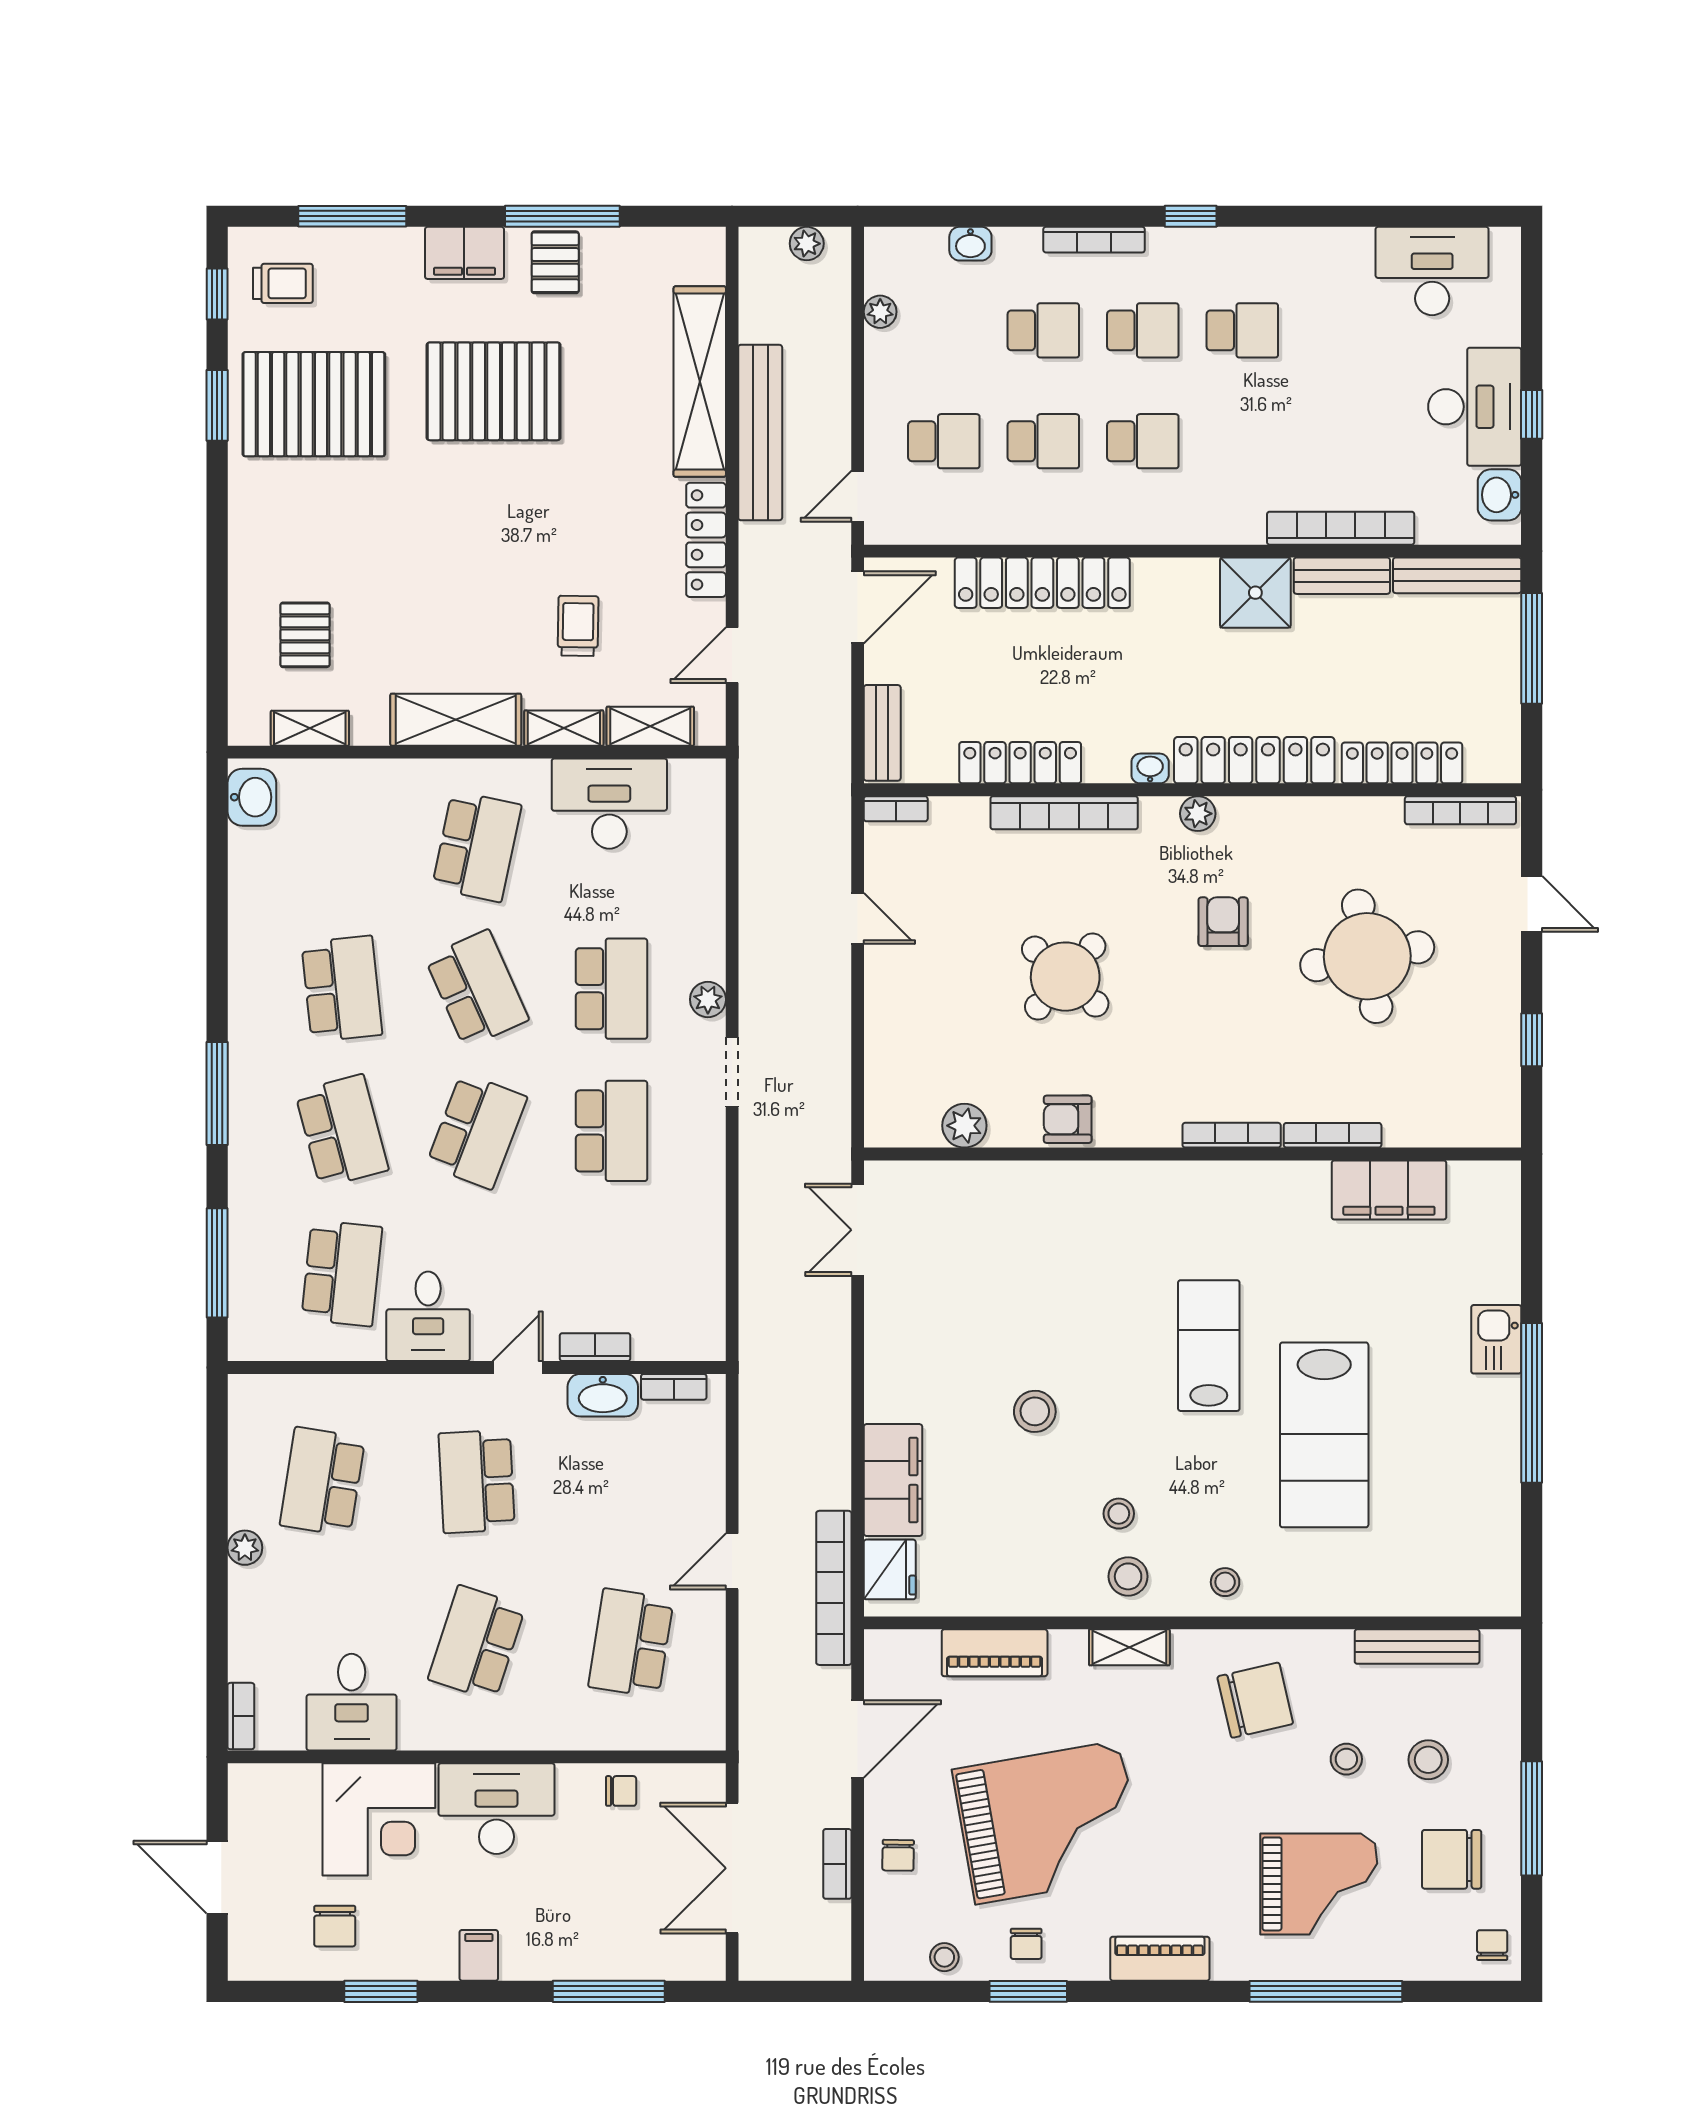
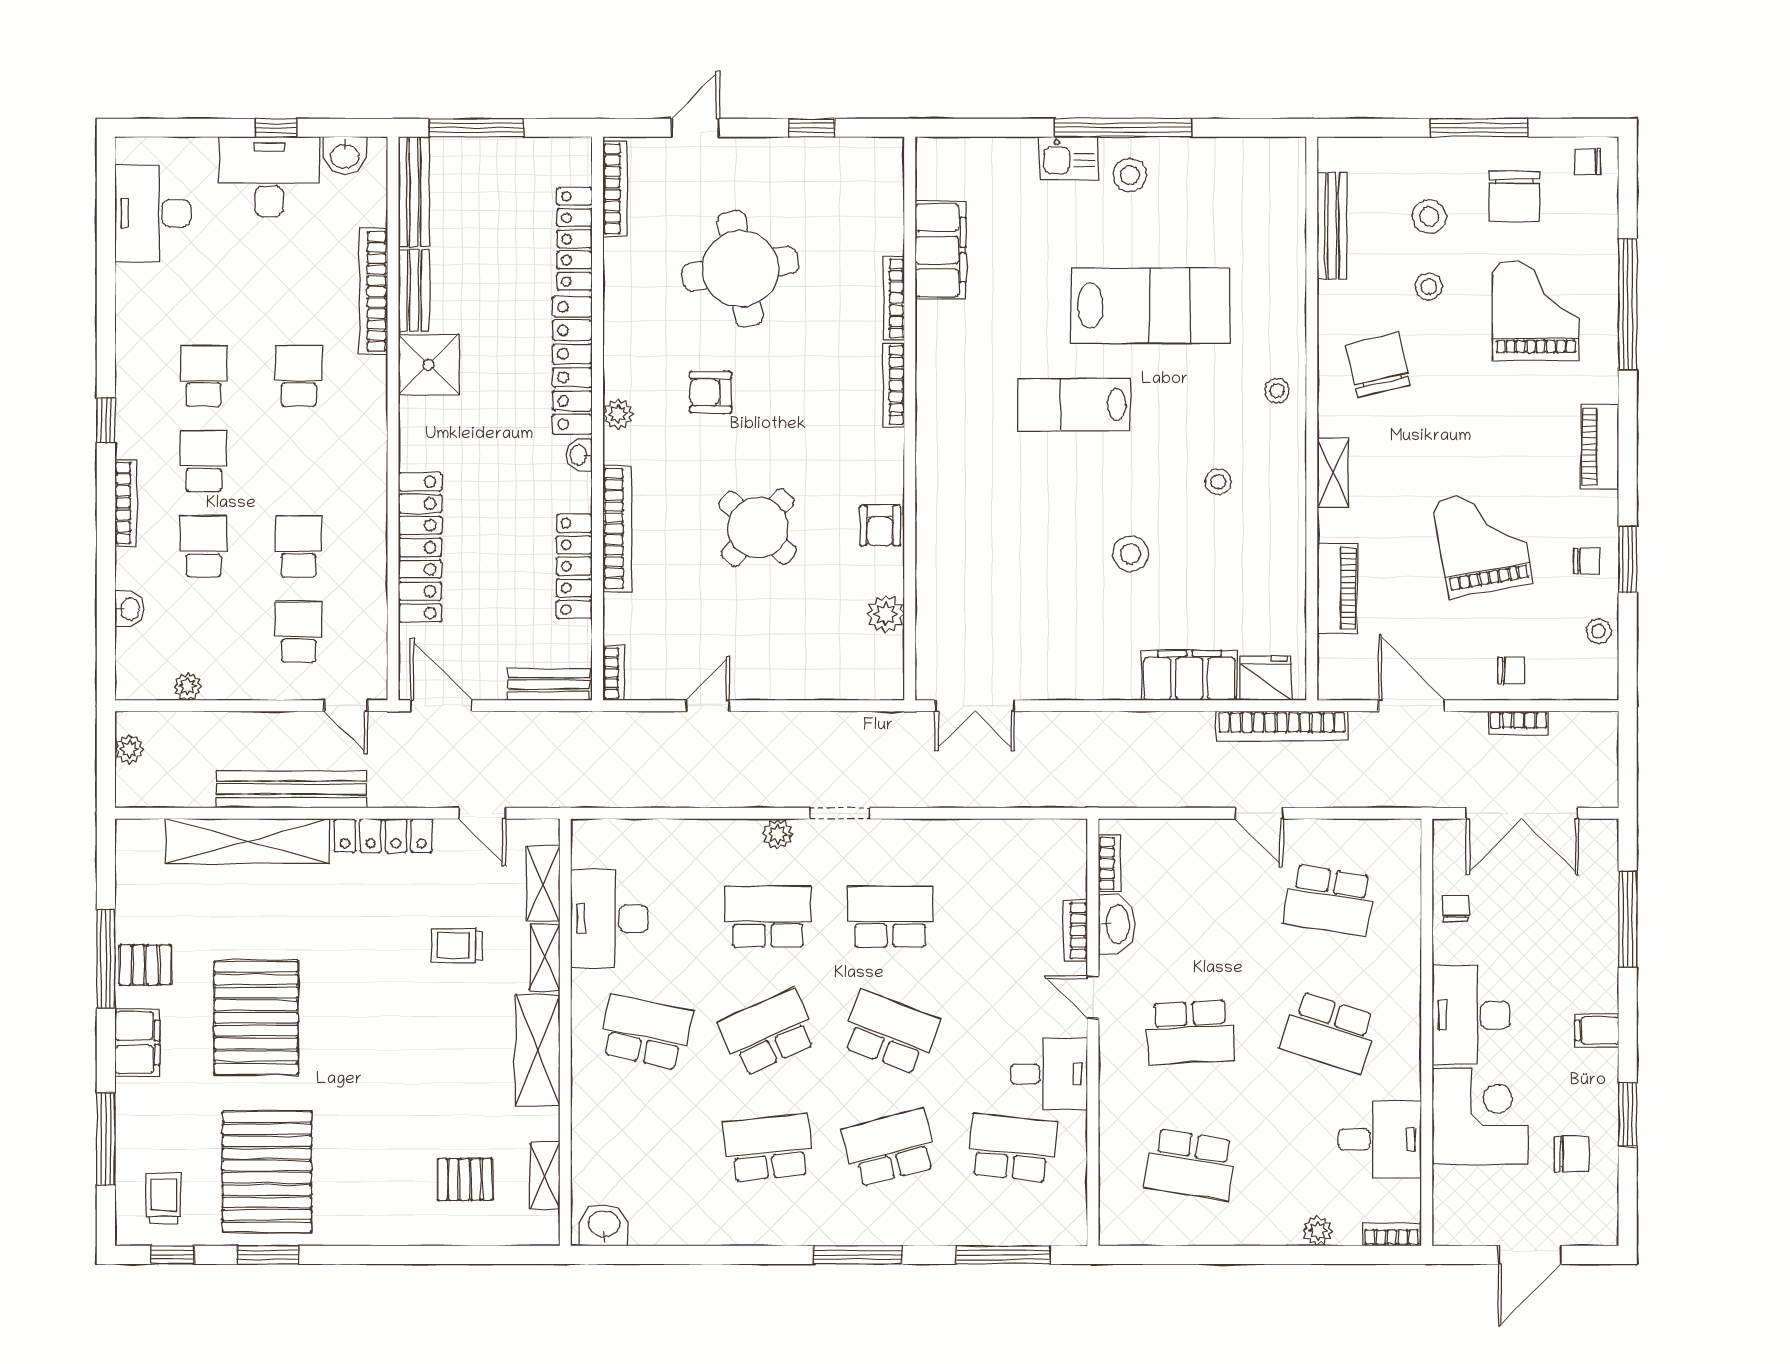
school desk: (1143, 441) -> (299, 376), moved
plant: (245, 1548) -> (1318, 1231), moved
stool: (1128, 1576) -> (1130, 175), moved
grand piano: (1048, 1822) -> (1483, 542), width x0.73, depth x0.68

